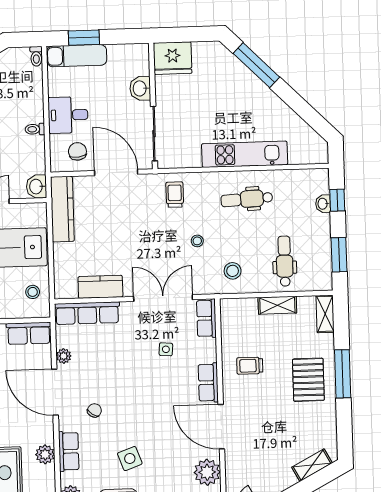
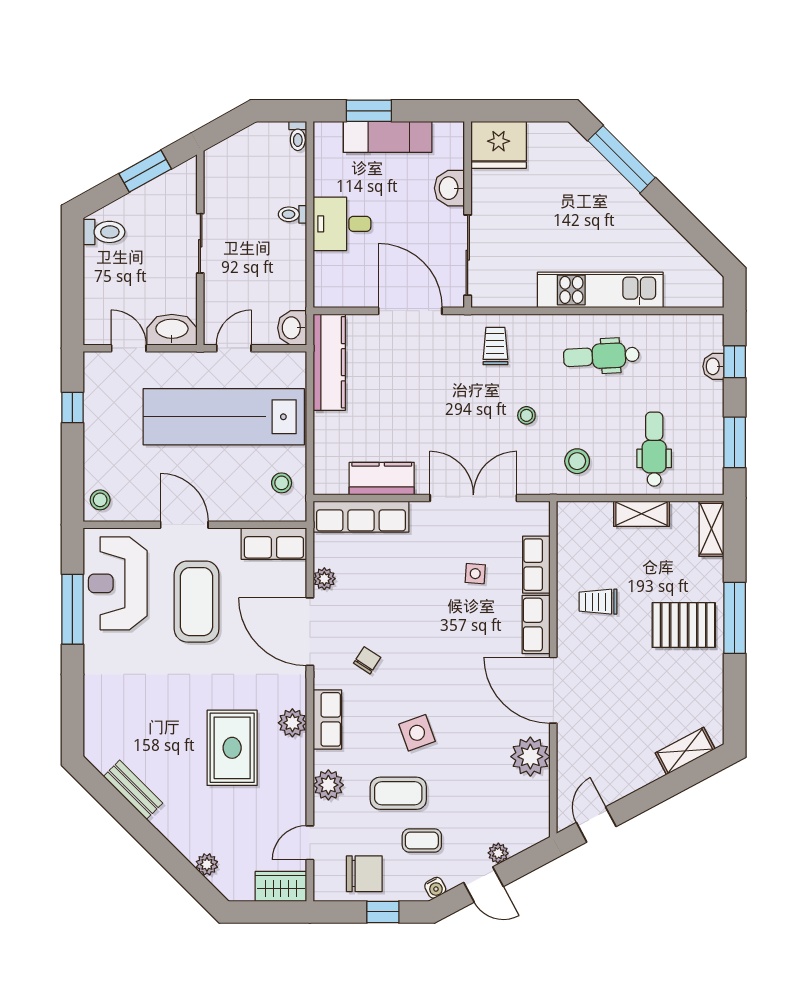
exam couch: (77, 56) -> (388, 137), moved
toilet: (35, 129) -> (293, 214), moved
chair: (77, 151) -> (354, 278), removed
row of seats: (206, 318) -> (536, 565), moved
pallet: (308, 380) -> (684, 625), turned 90

